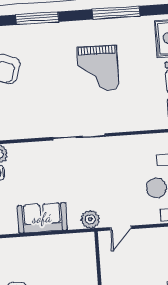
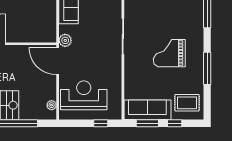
door: (121, 228) -> (58, 61), width x1.88

